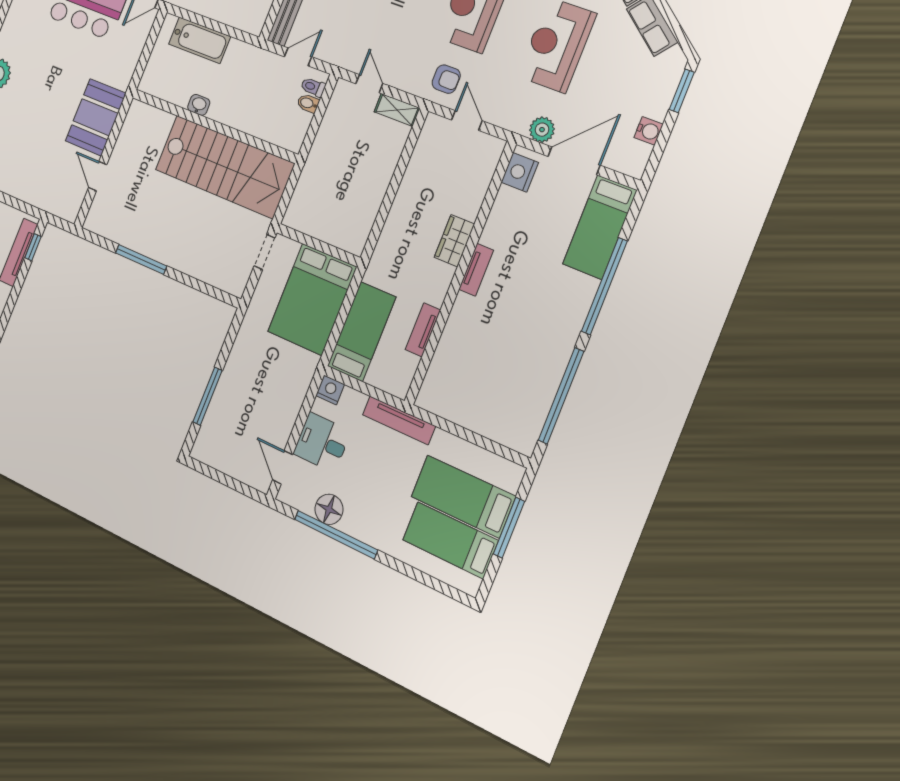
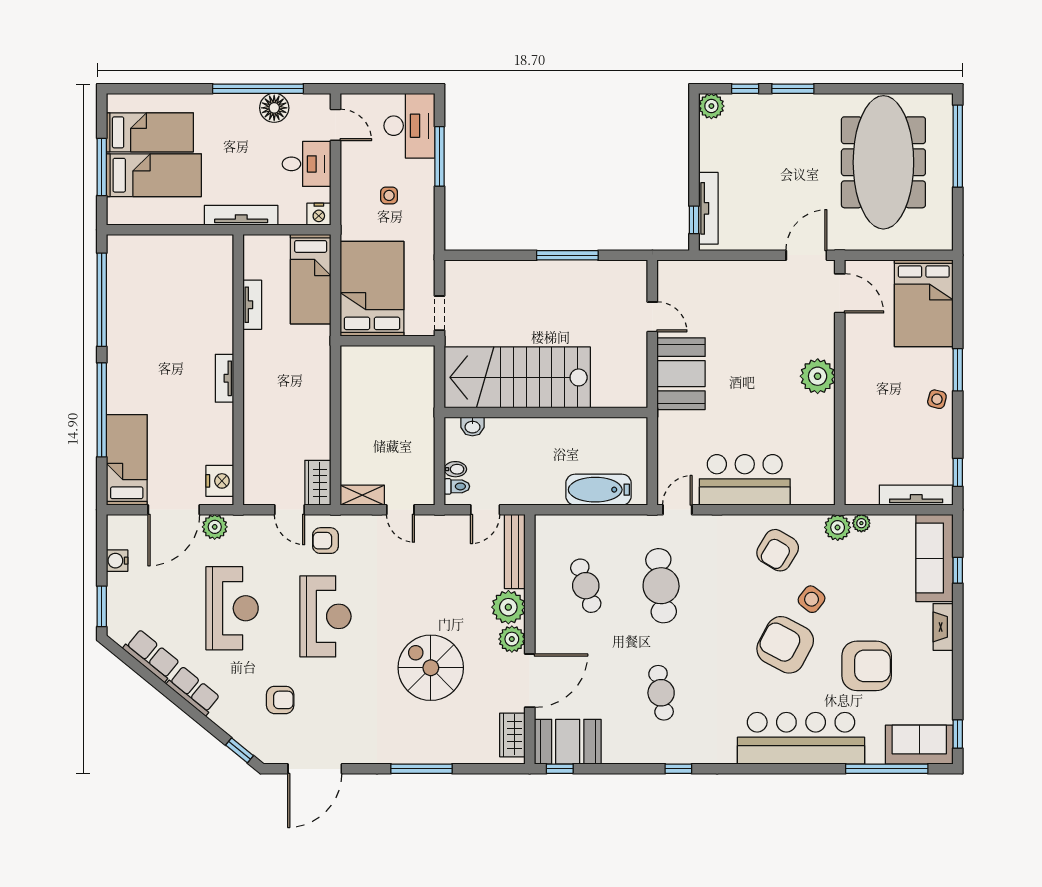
washbasin: (199, 105) -> (472, 427), moved
wardrobe: (454, 241) -> (318, 483), moved, turned 180
side table: (263, 380) -> (389, 195), added
desk: (221, 436) -> (409, 126), added

